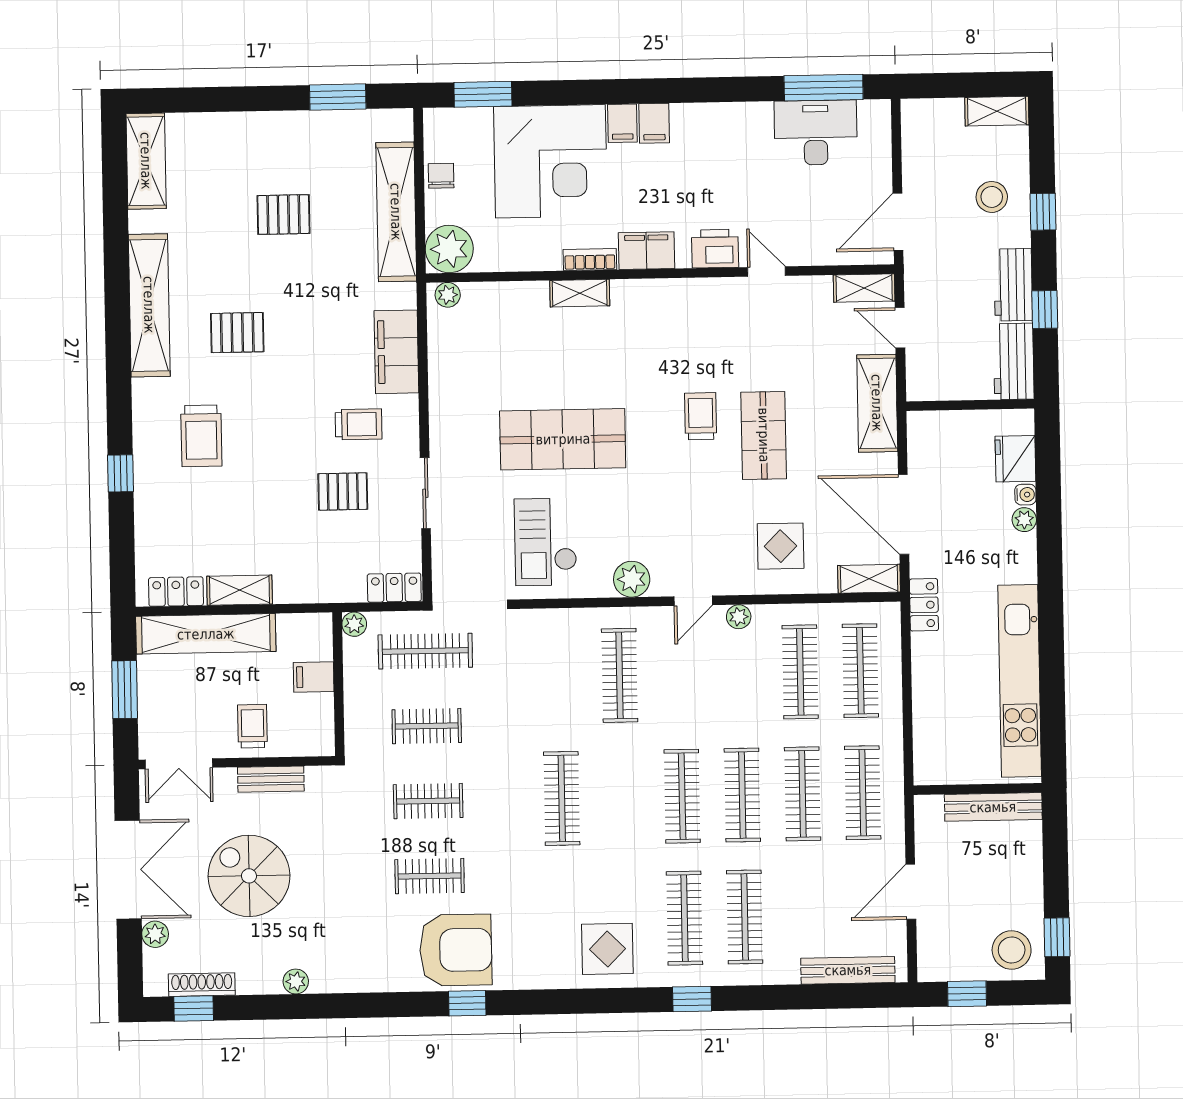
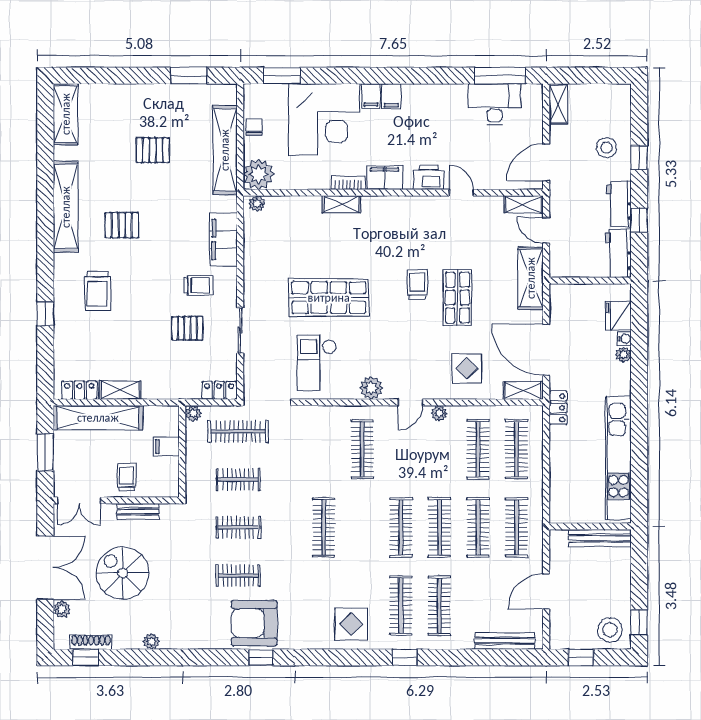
shelving: (997, 111) -> (558, 104), moved, turned 90
armchair: (456, 950) -> (254, 623), turned 180

